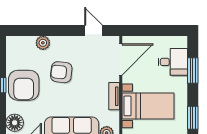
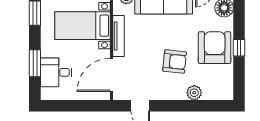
tv unit: (114, 96) -> (118, 36), width x1.41

